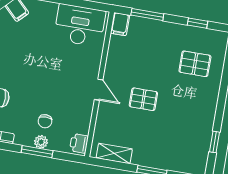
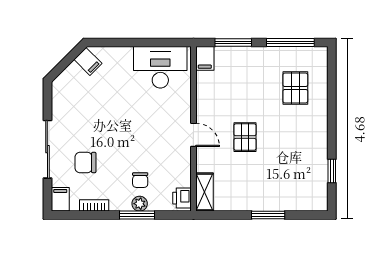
window: (197, 23) -> (290, 42), width x2.17
pallet: (195, 64) -> (295, 88), turned 90
pallet: (143, 99) -> (245, 137), turned 90
shelving: (114, 153) -> (204, 192), moved, turned 90

